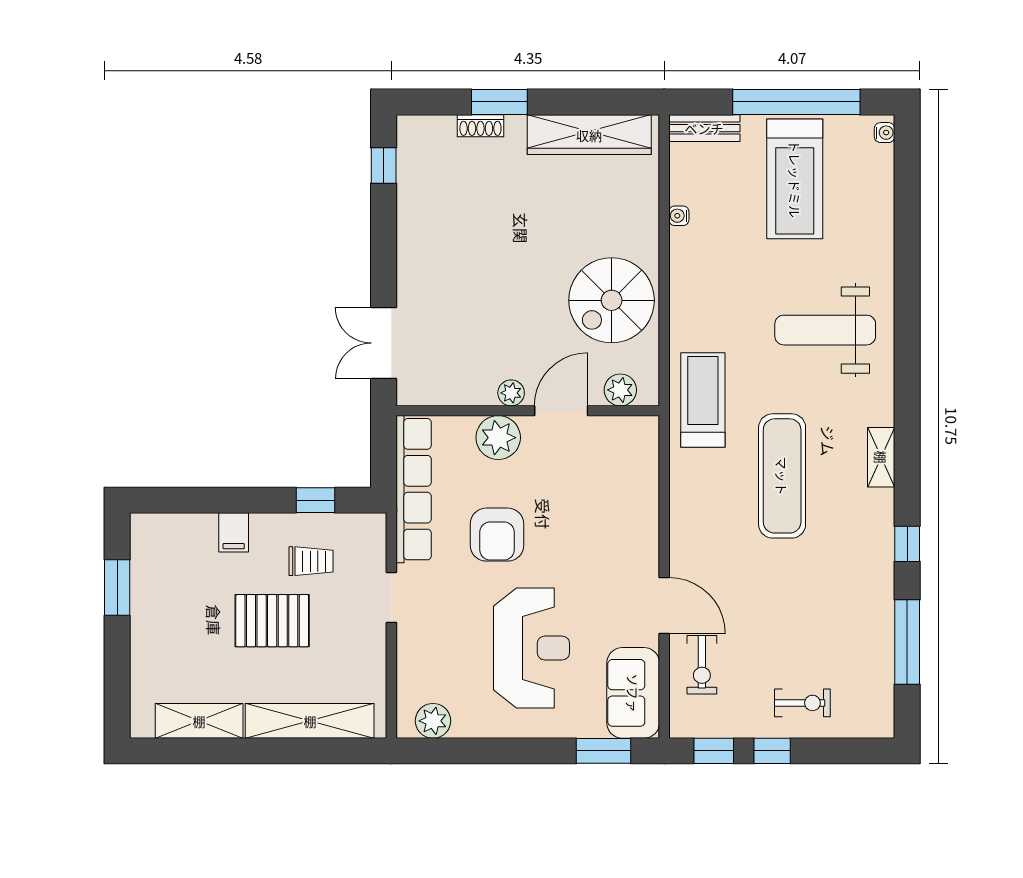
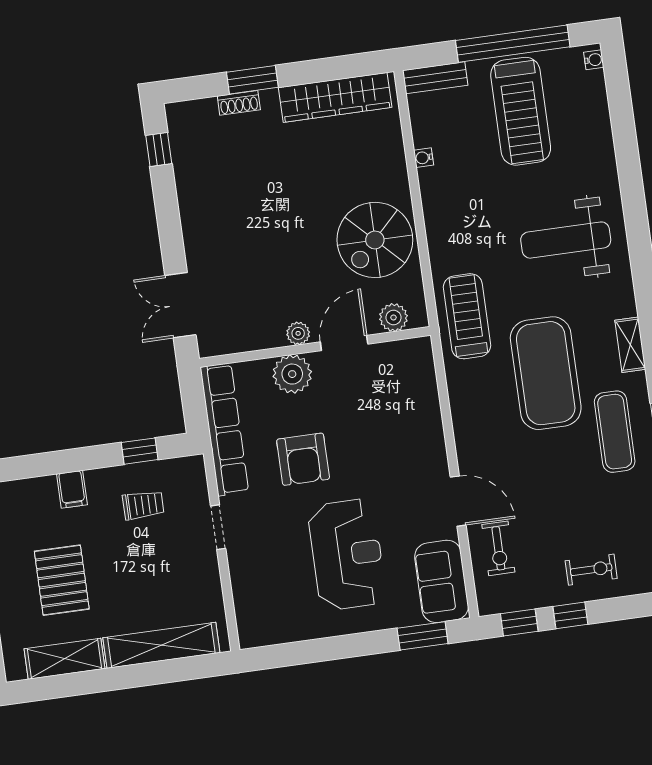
exercise mat: (782, 476) -> (546, 373), width x1.47
exercise mat: (850, 552) -> (615, 432), added
pallet: (272, 621) -> (62, 580), moved, turned 90
plant: (433, 721) -> (270, 630), removed

